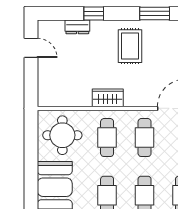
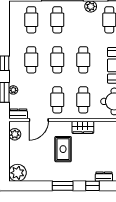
window: (155, 14) -> (63, 186), moved
rug: (130, 46) -> (63, 149), moved

